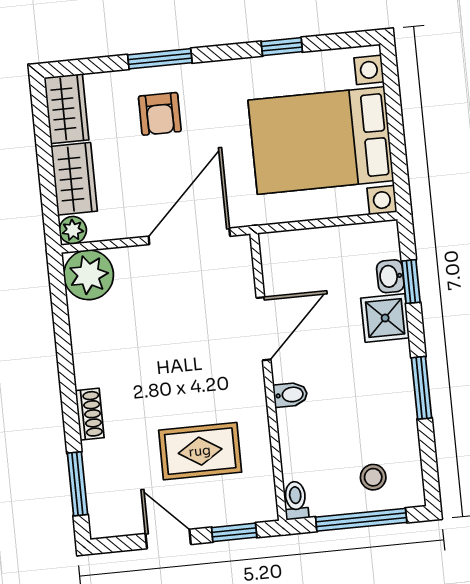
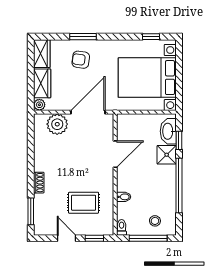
window: (282, 47) -> (151, 37), moved
armchair: (160, 114) -> (81, 60), turned 98
plant: (89, 275) -> (57, 124), moved
washbasin: (390, 276) -> (168, 131), width x1.91, depth x1.45
window: (422, 388) -> (179, 185), width x2.11
bidet: (290, 395) -> (124, 197), moved

